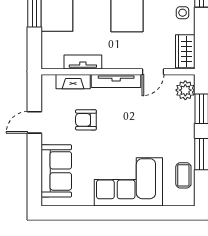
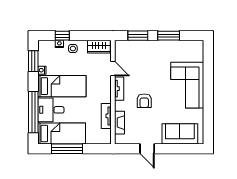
tv unit: (116, 81) -> (119, 89), width x0.71
plant: (185, 90) -> (125, 47), removed
armchair: (86, 120) -> (144, 101), moved
coffee table: (183, 175) -> (183, 48), removed

